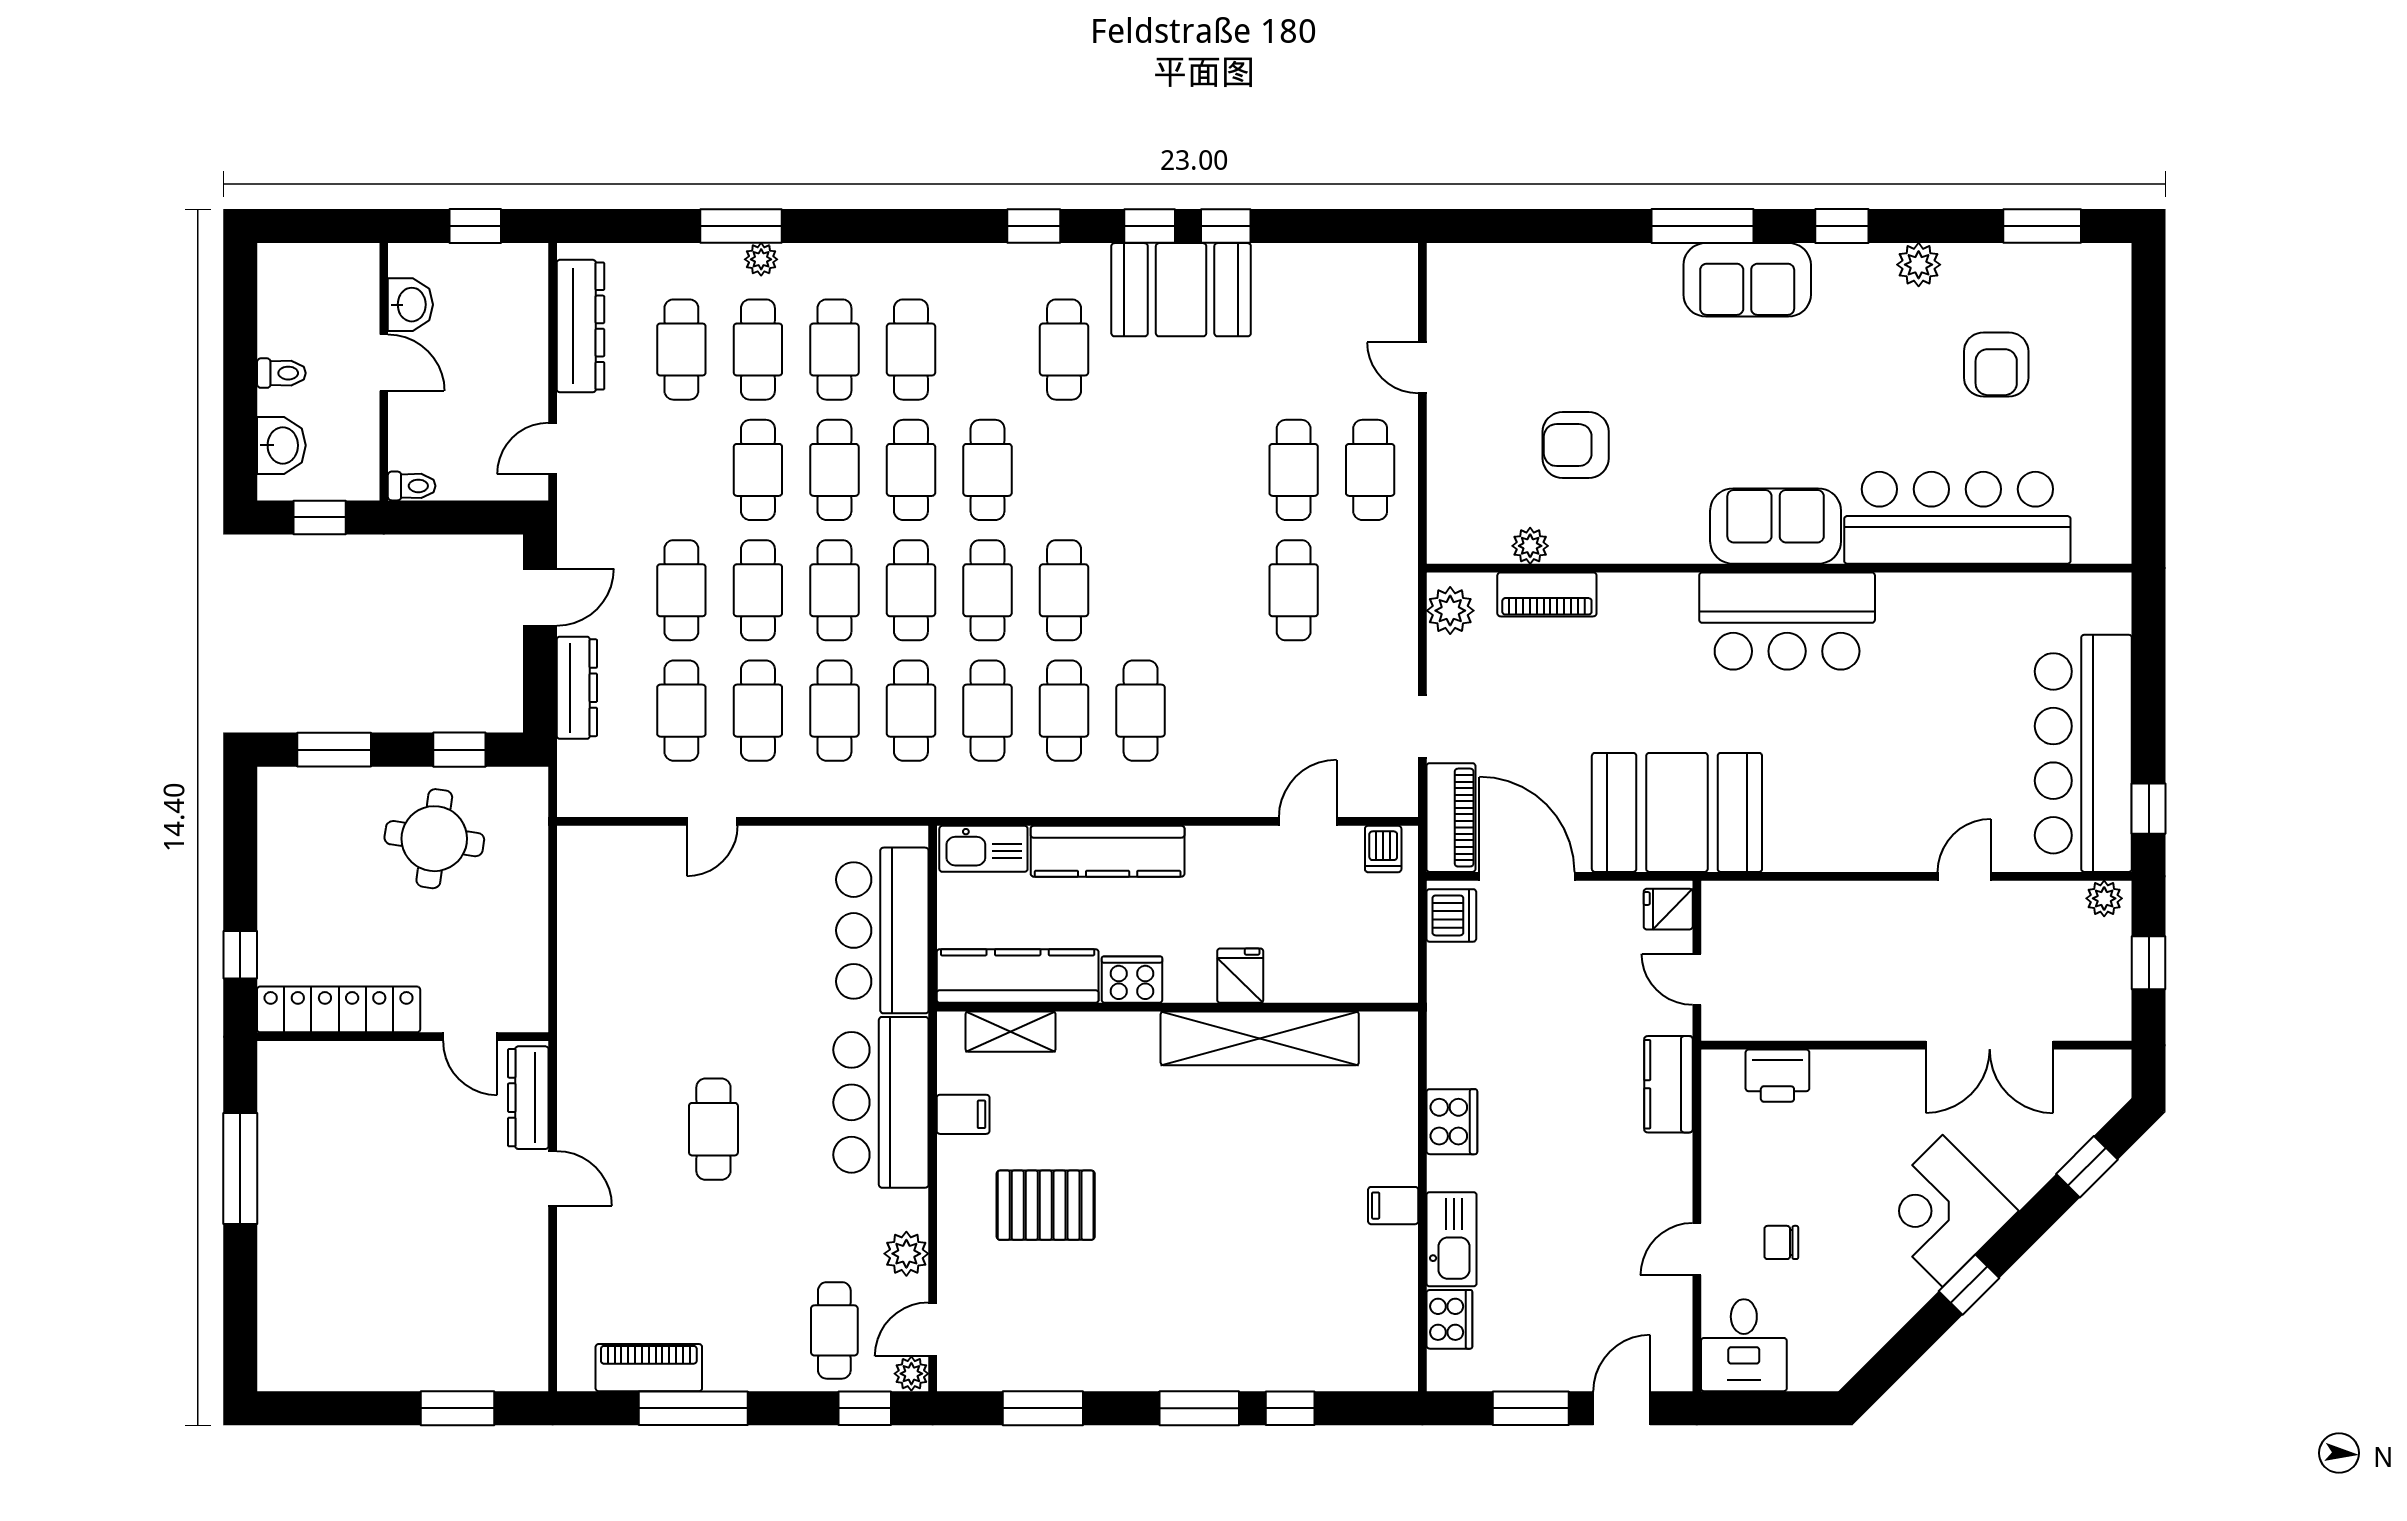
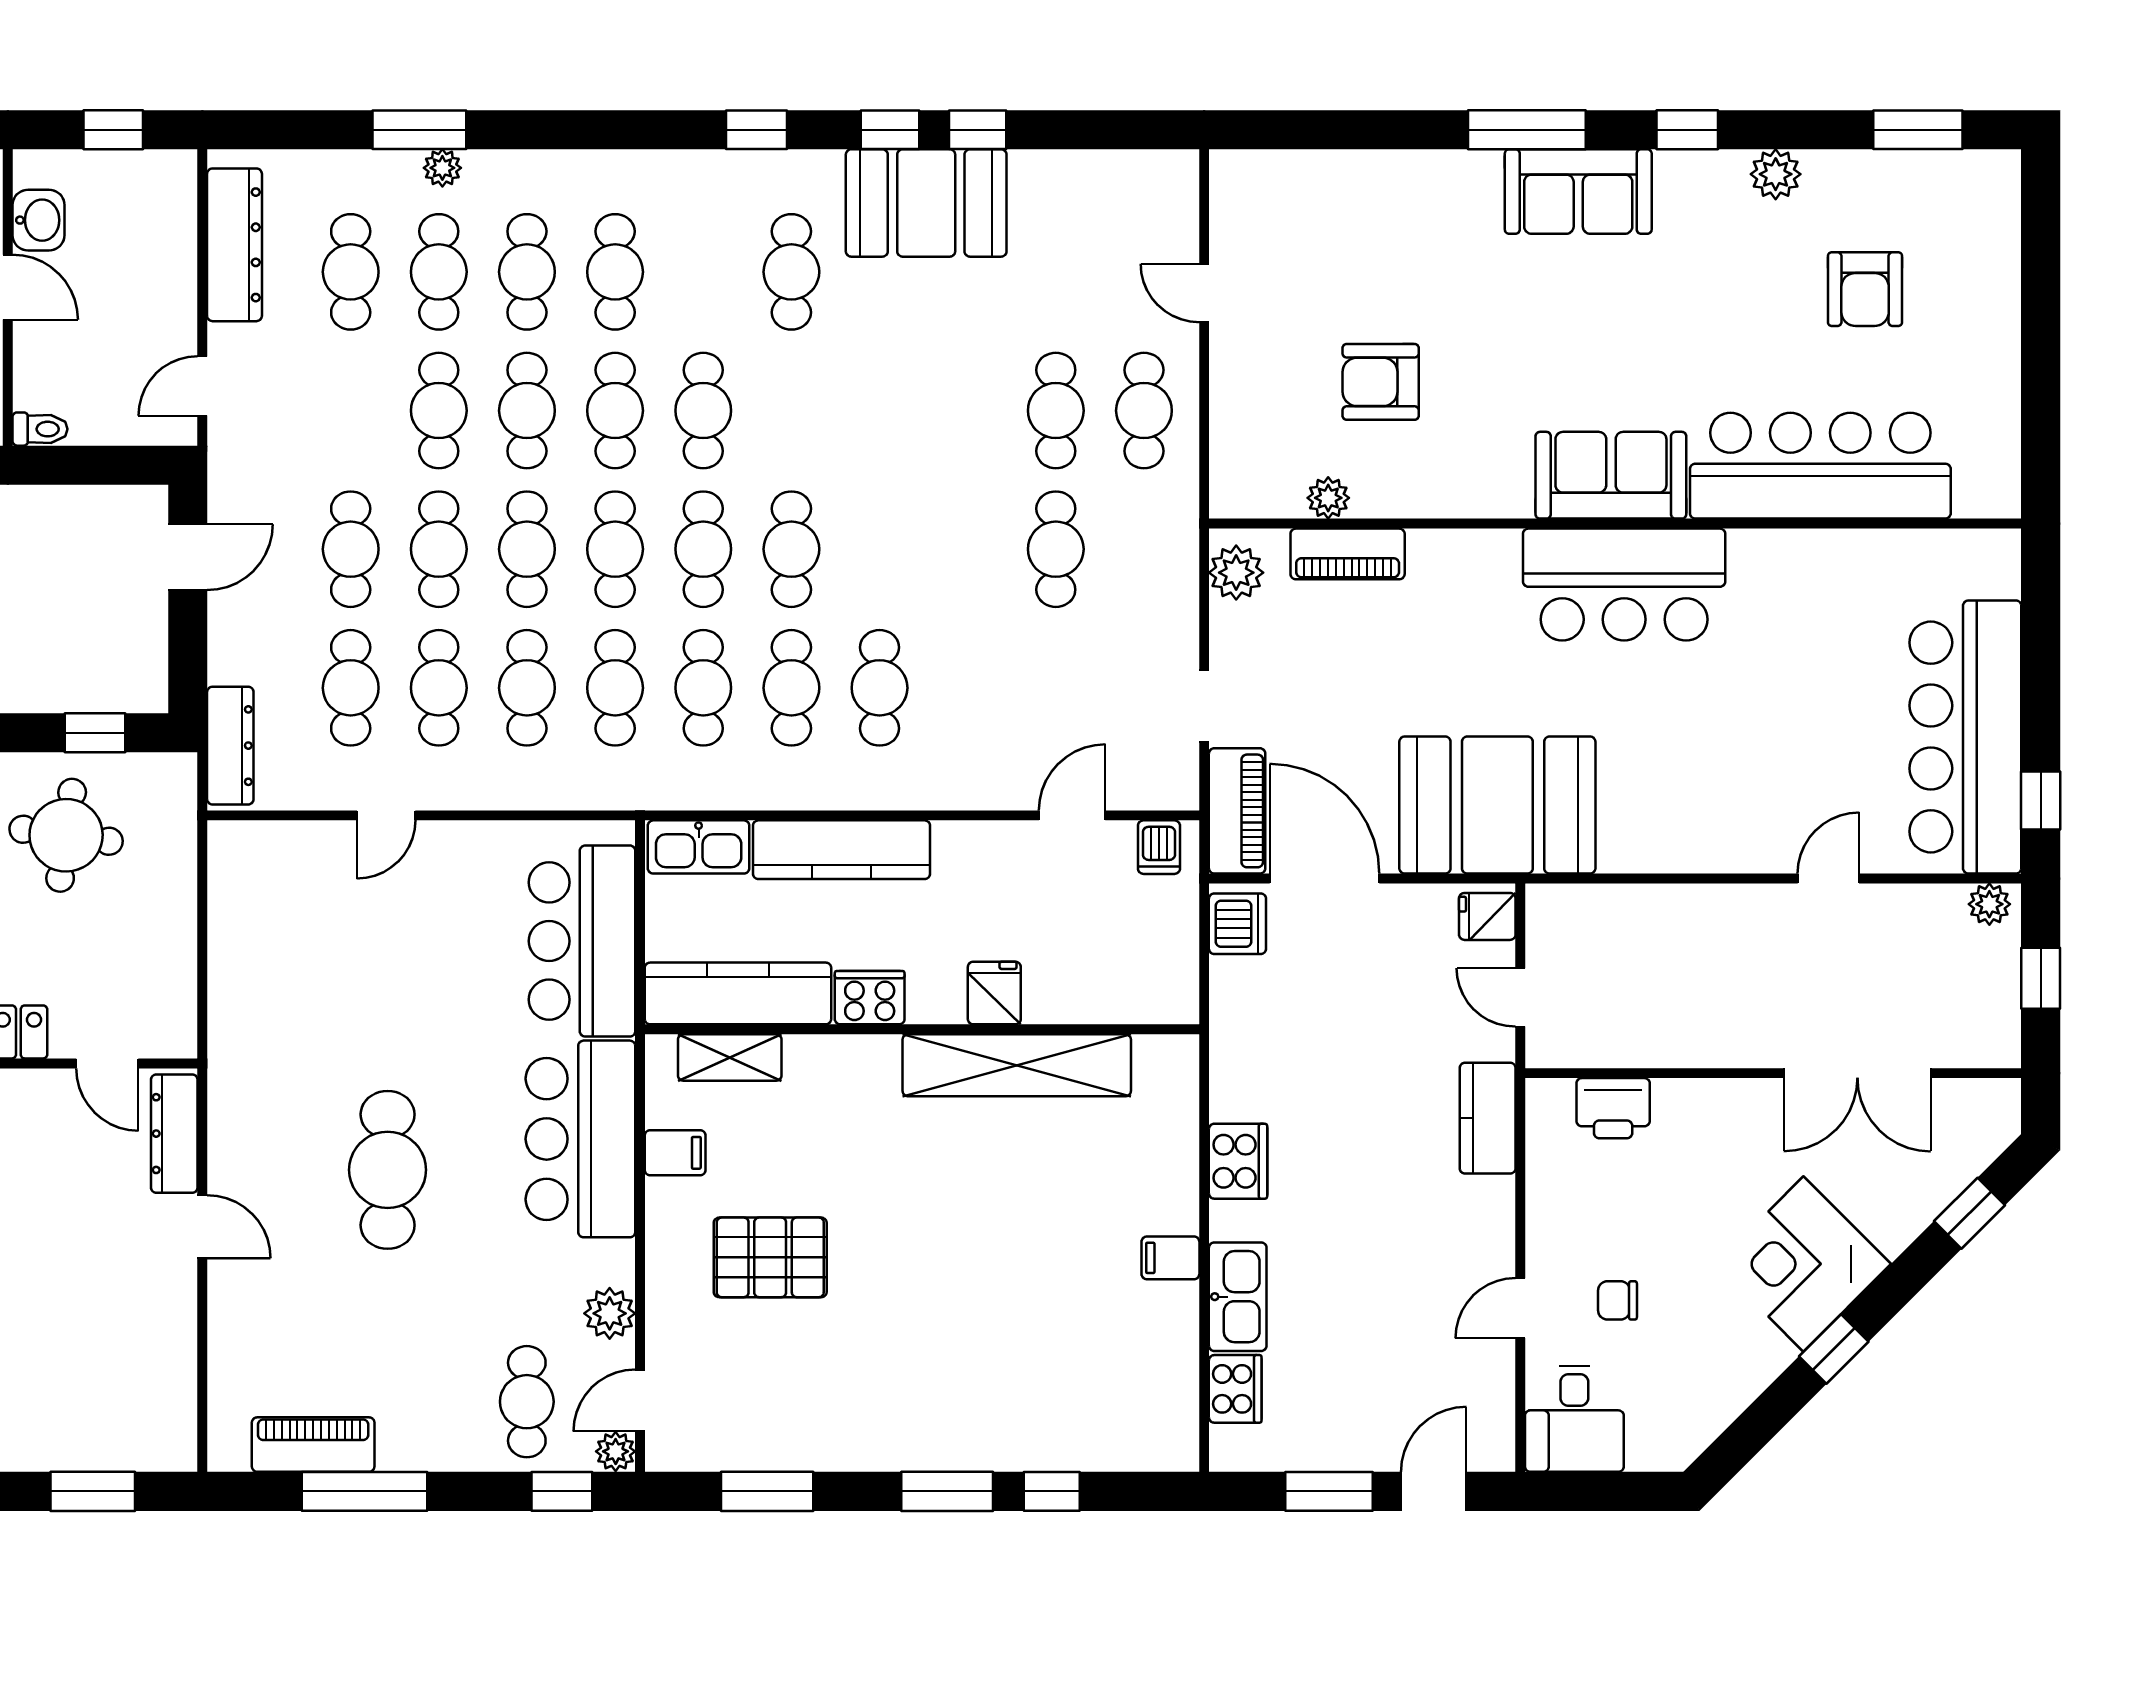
dresser: (577, 688) -> (230, 746), moved
cafe table: (713, 1129) -> (388, 1170), width x1.37, depth x1.35

